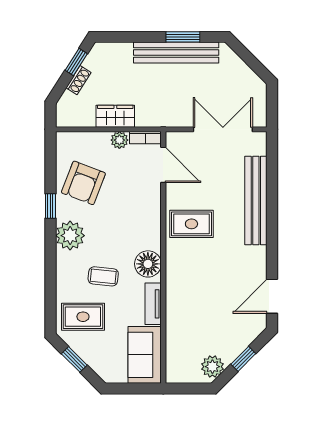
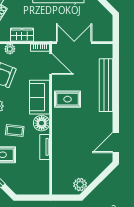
double door: (223, 129) -> (74, 43), moved
plant: (119, 140) -> (10, 49), moved
sofa: (145, 355) -> (40, 97), moved
window: (243, 359) -> (99, 180), removed

